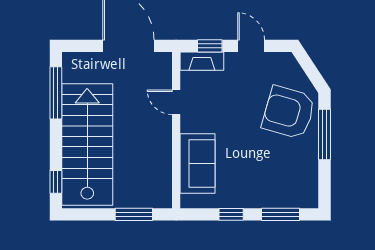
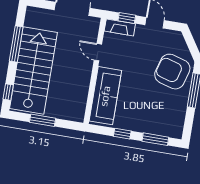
window: (56, 93) -> (16, 44), moved
sofa: (197, 163) -> (105, 96), width x1.36
window: (134, 214) -> (43, 120), moved

